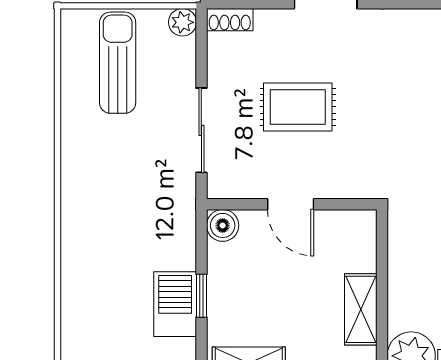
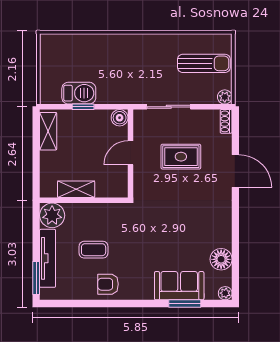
rug: (298, 107) -> (181, 157), turned 90

